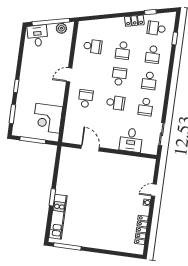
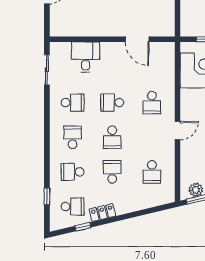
school desk: (93, 46) -> (152, 172), turned -90
school desk: (153, 55) -> (73, 172), turned -90
school desk: (146, 107) -> (73, 103), turned 90

